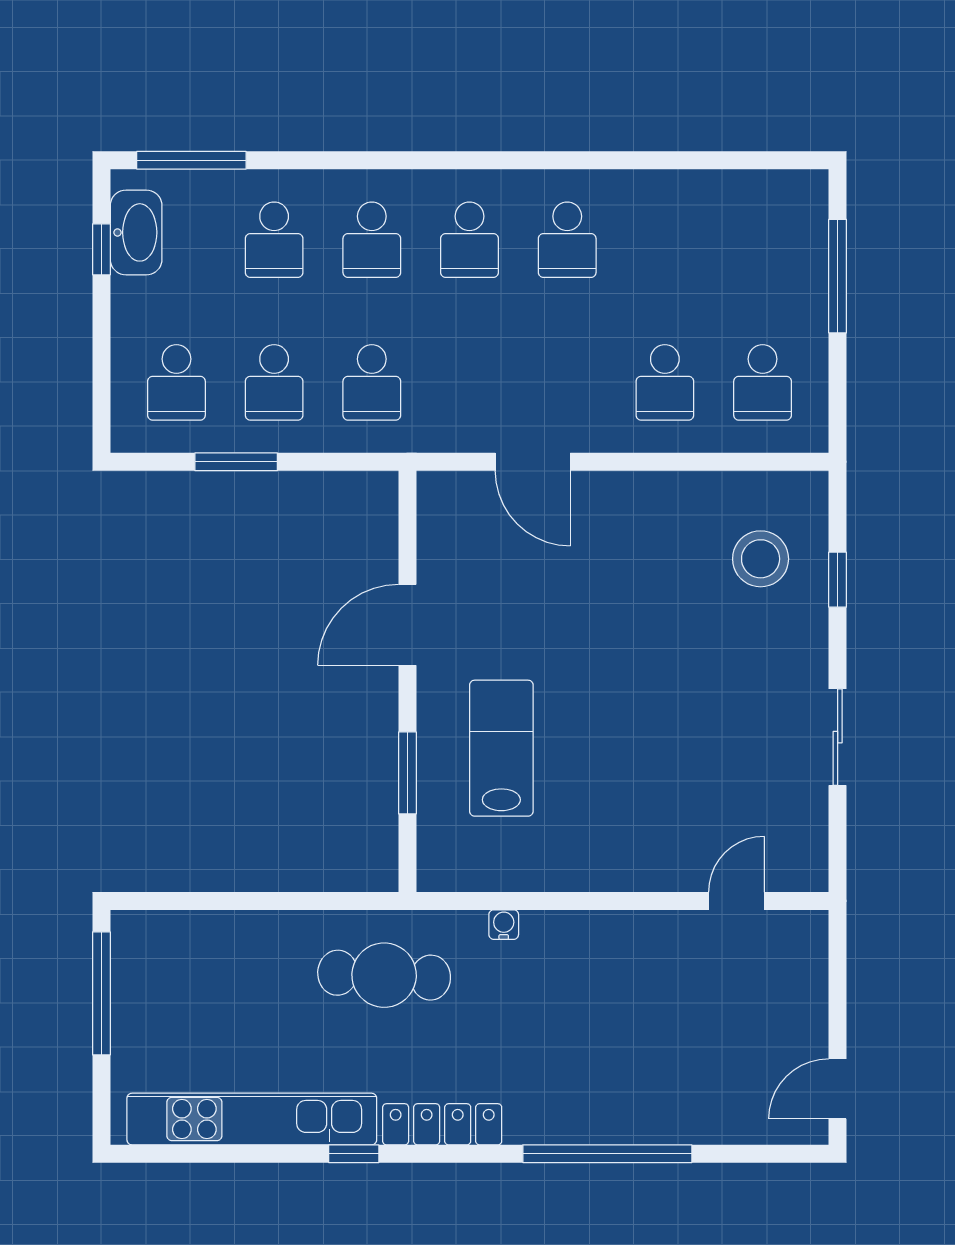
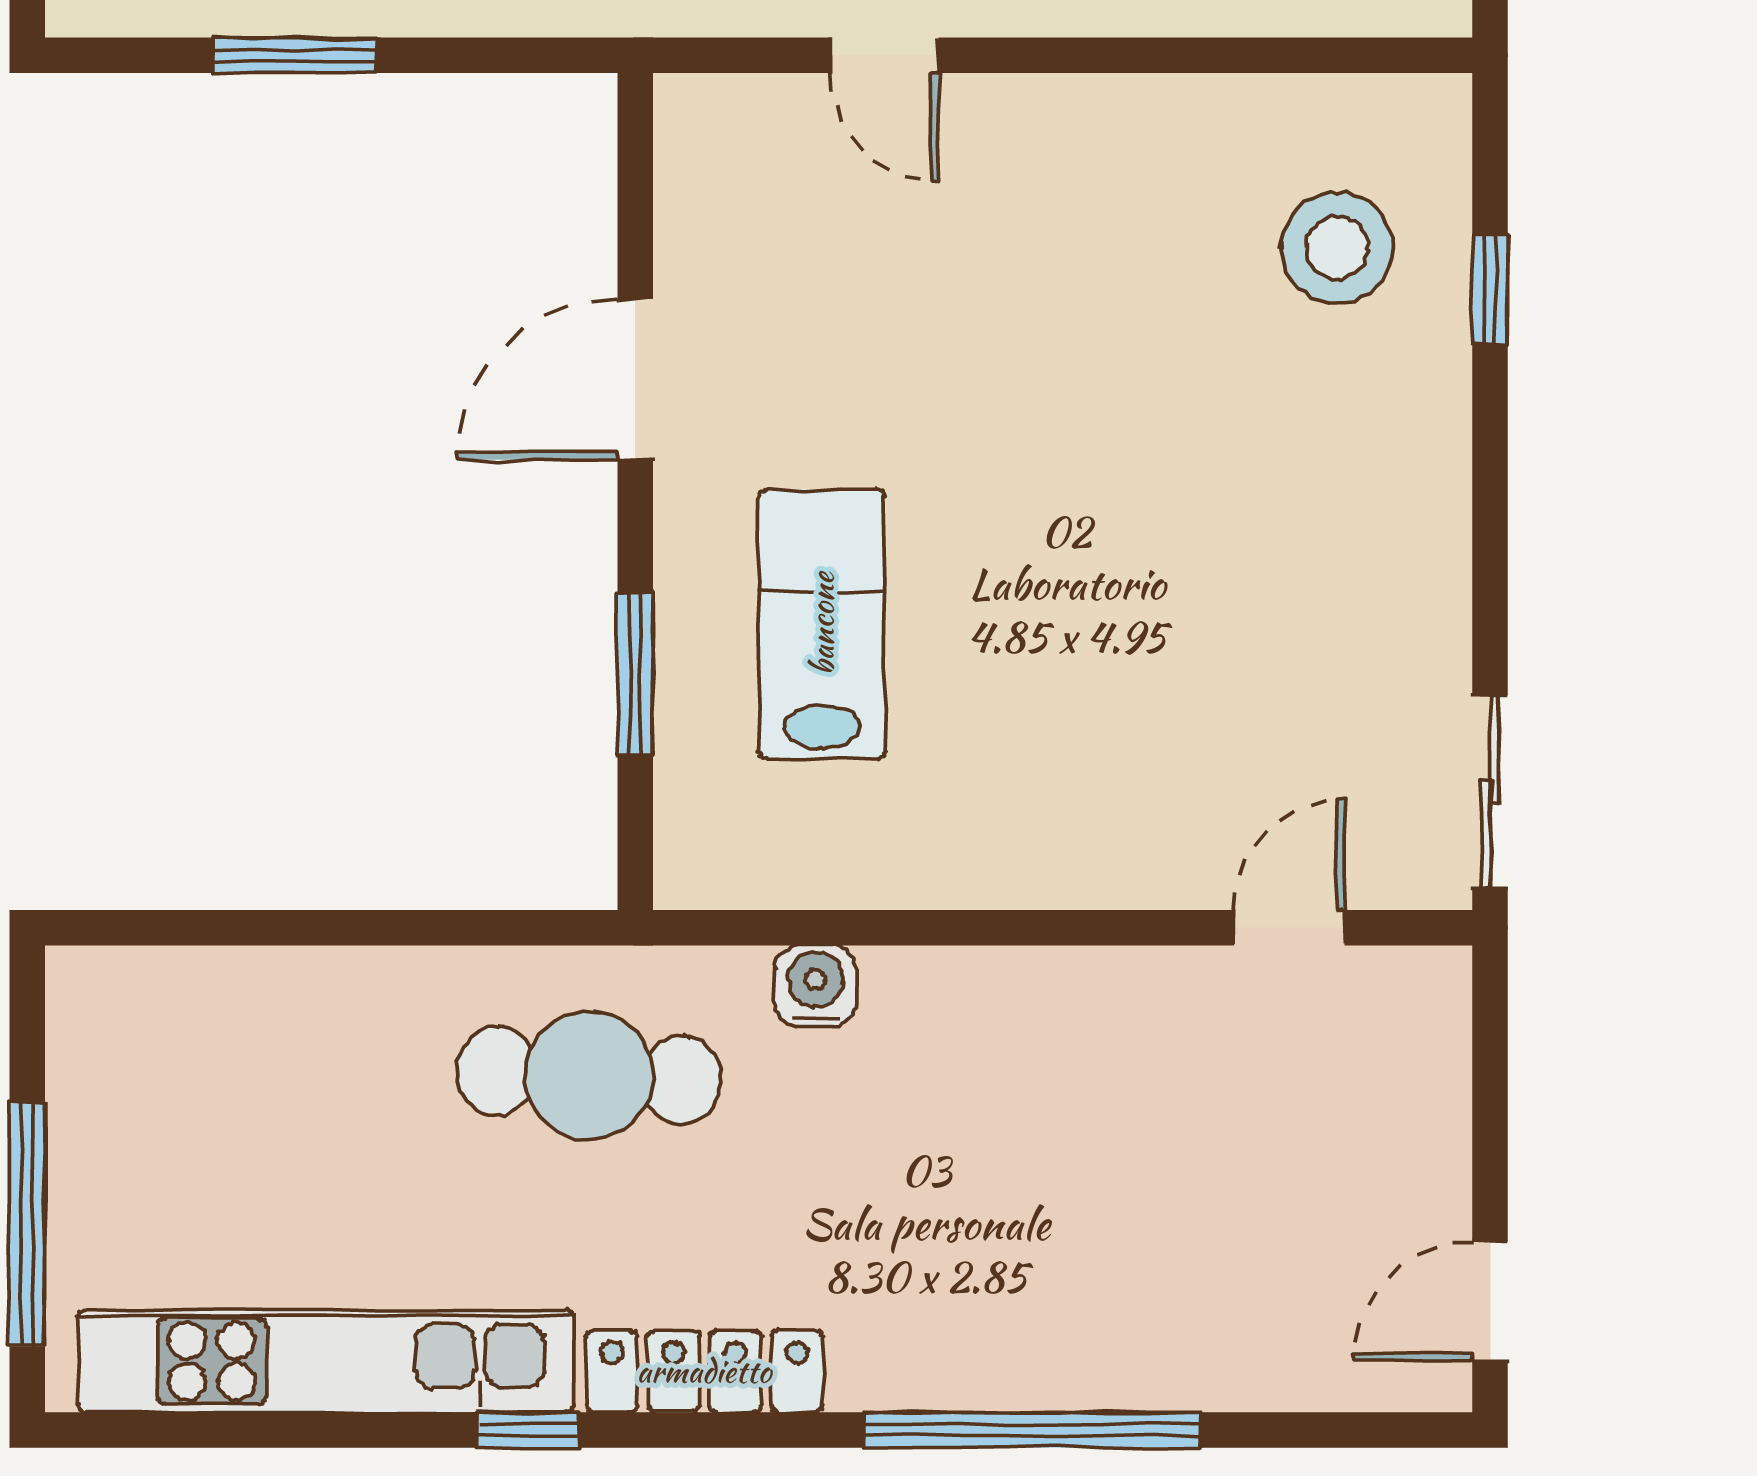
door: (533, 462) -> (884, 55), width x0.73
sliding door: (838, 737) -> (1490, 791), moved
water cooler: (504, 925) -> (815, 986), width x1.38, depth x1.38
window: (101, 993) -> (27, 1224), moved

